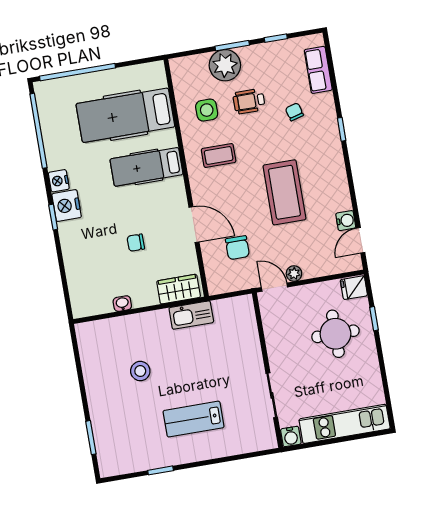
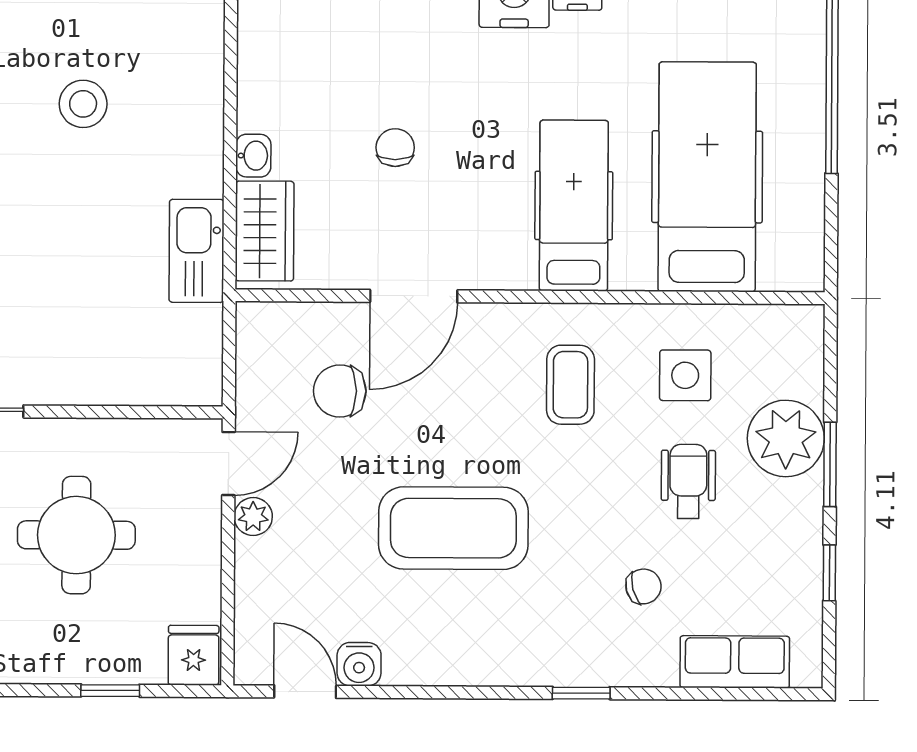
washbasin: (122, 304) -> (253, 156), moved
round table: (335, 334) -> (76, 535), moved

